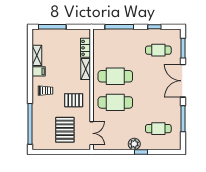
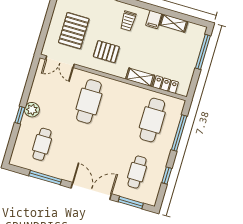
cafe table: (115, 76) -> (152, 120), moved
pallet: (74, 100) -> (106, 52), turned 90
pallet: (65, 130) -> (74, 31), turned 90

